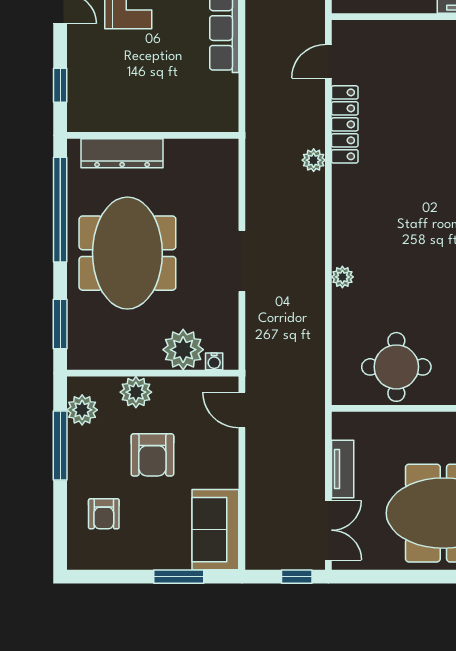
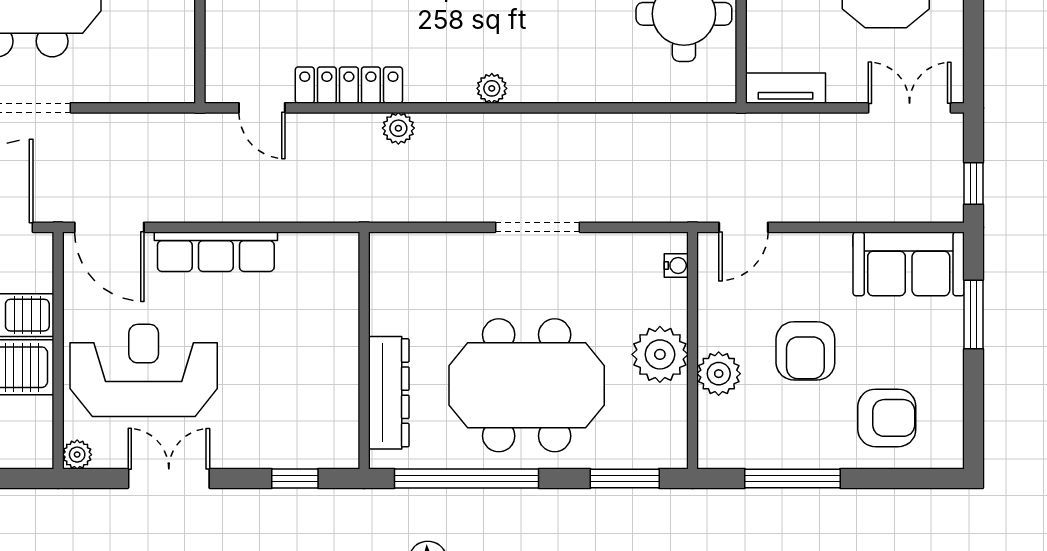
plant: (342, 277) -> (492, 88), moved
plant: (183, 350) -> (660, 354), moved
plant: (82, 410) -> (743, 448), removed
armchair: (152, 455) -> (805, 351), turned 90
tv unit: (343, 469) -> (785, 88), moved
armchair: (104, 514) -> (887, 418), width x1.38, depth x1.38
window: (297, 577) -> (974, 183), moved

